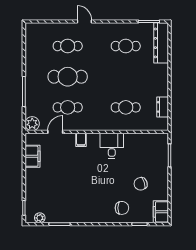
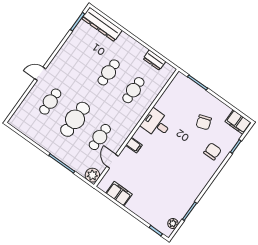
cafe table: (126, 46) -> (109, 72), moved

